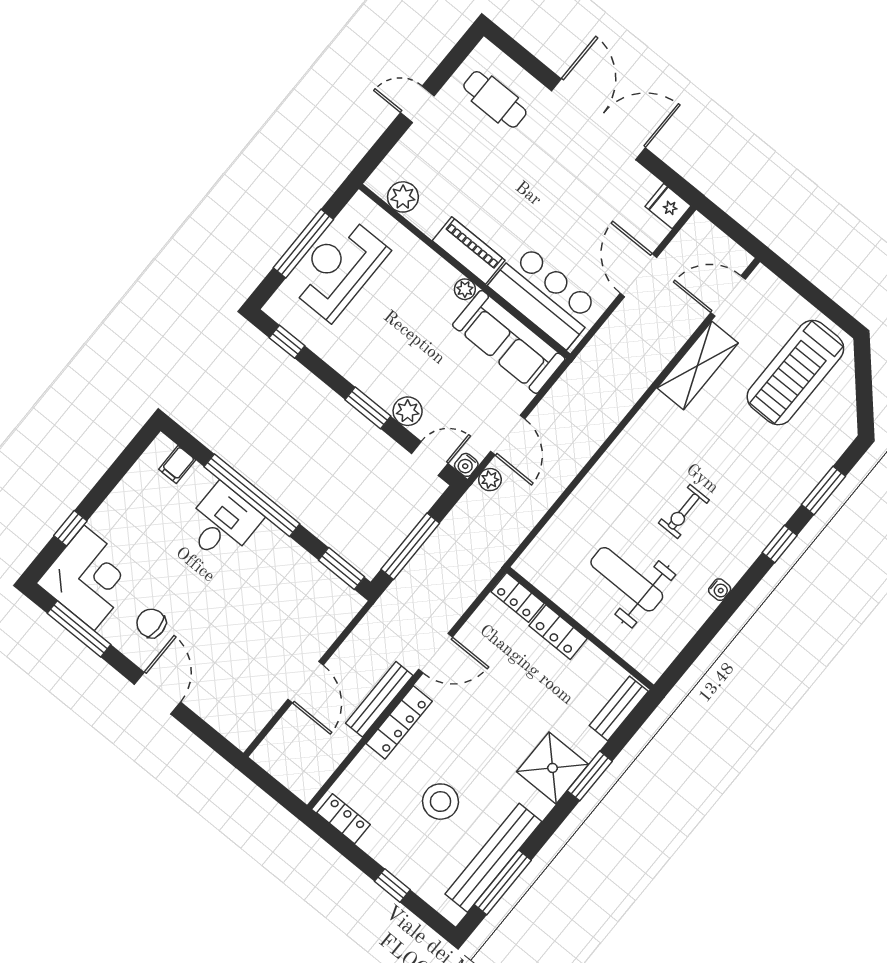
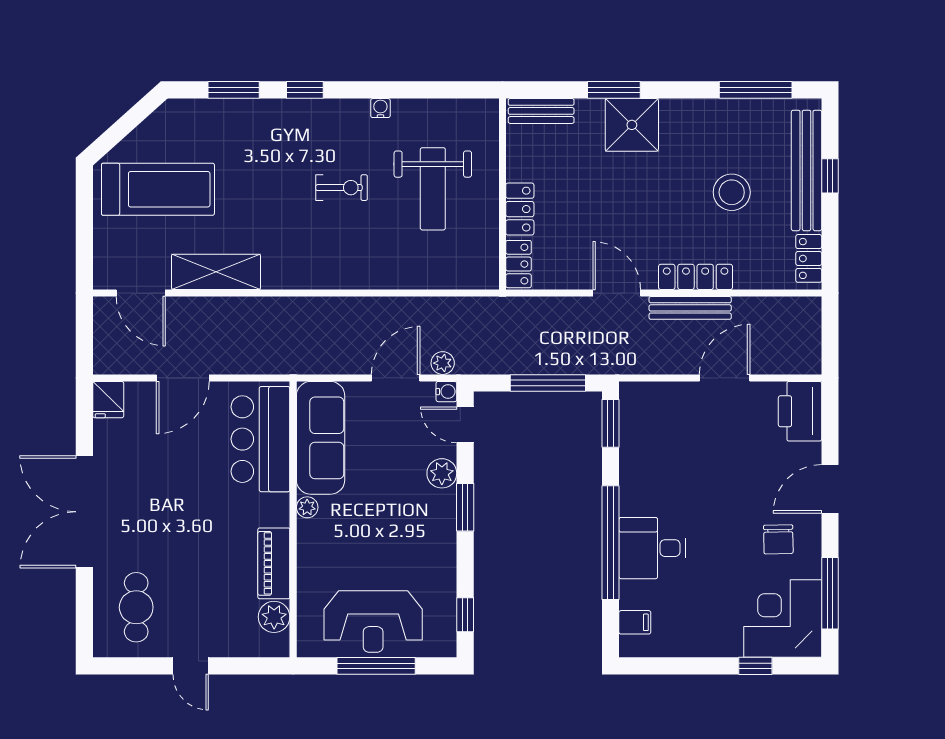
piano: (469, 250) -> (274, 563), moved
printer: (234, 718) -> (800, 411), added
bench: (493, 858) -> (806, 170), moved, turned 90

